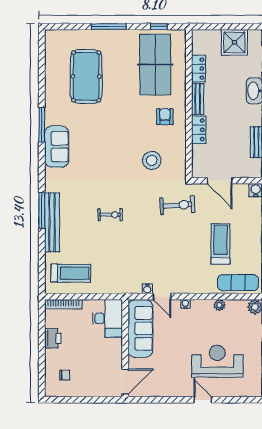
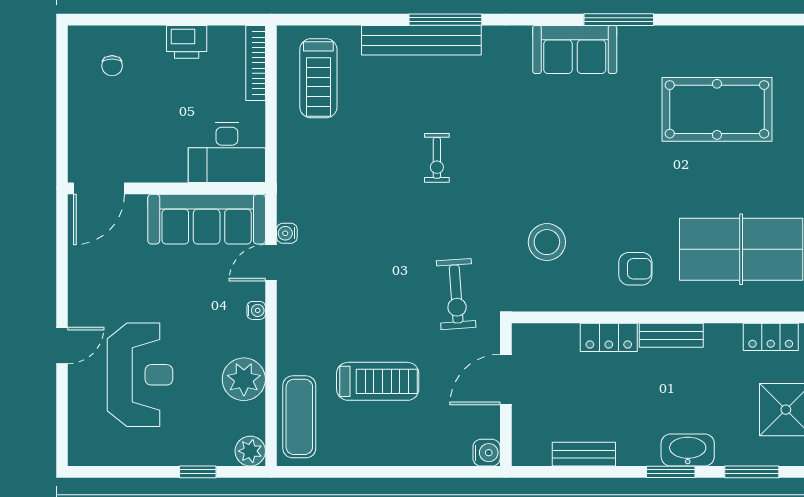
locker: (198, 69) -> (771, 337), moved
plant: (219, 305) -> (244, 379), width x1.88, depth x1.88
door: (125, 382) -> (99, 188), hinge flipped

